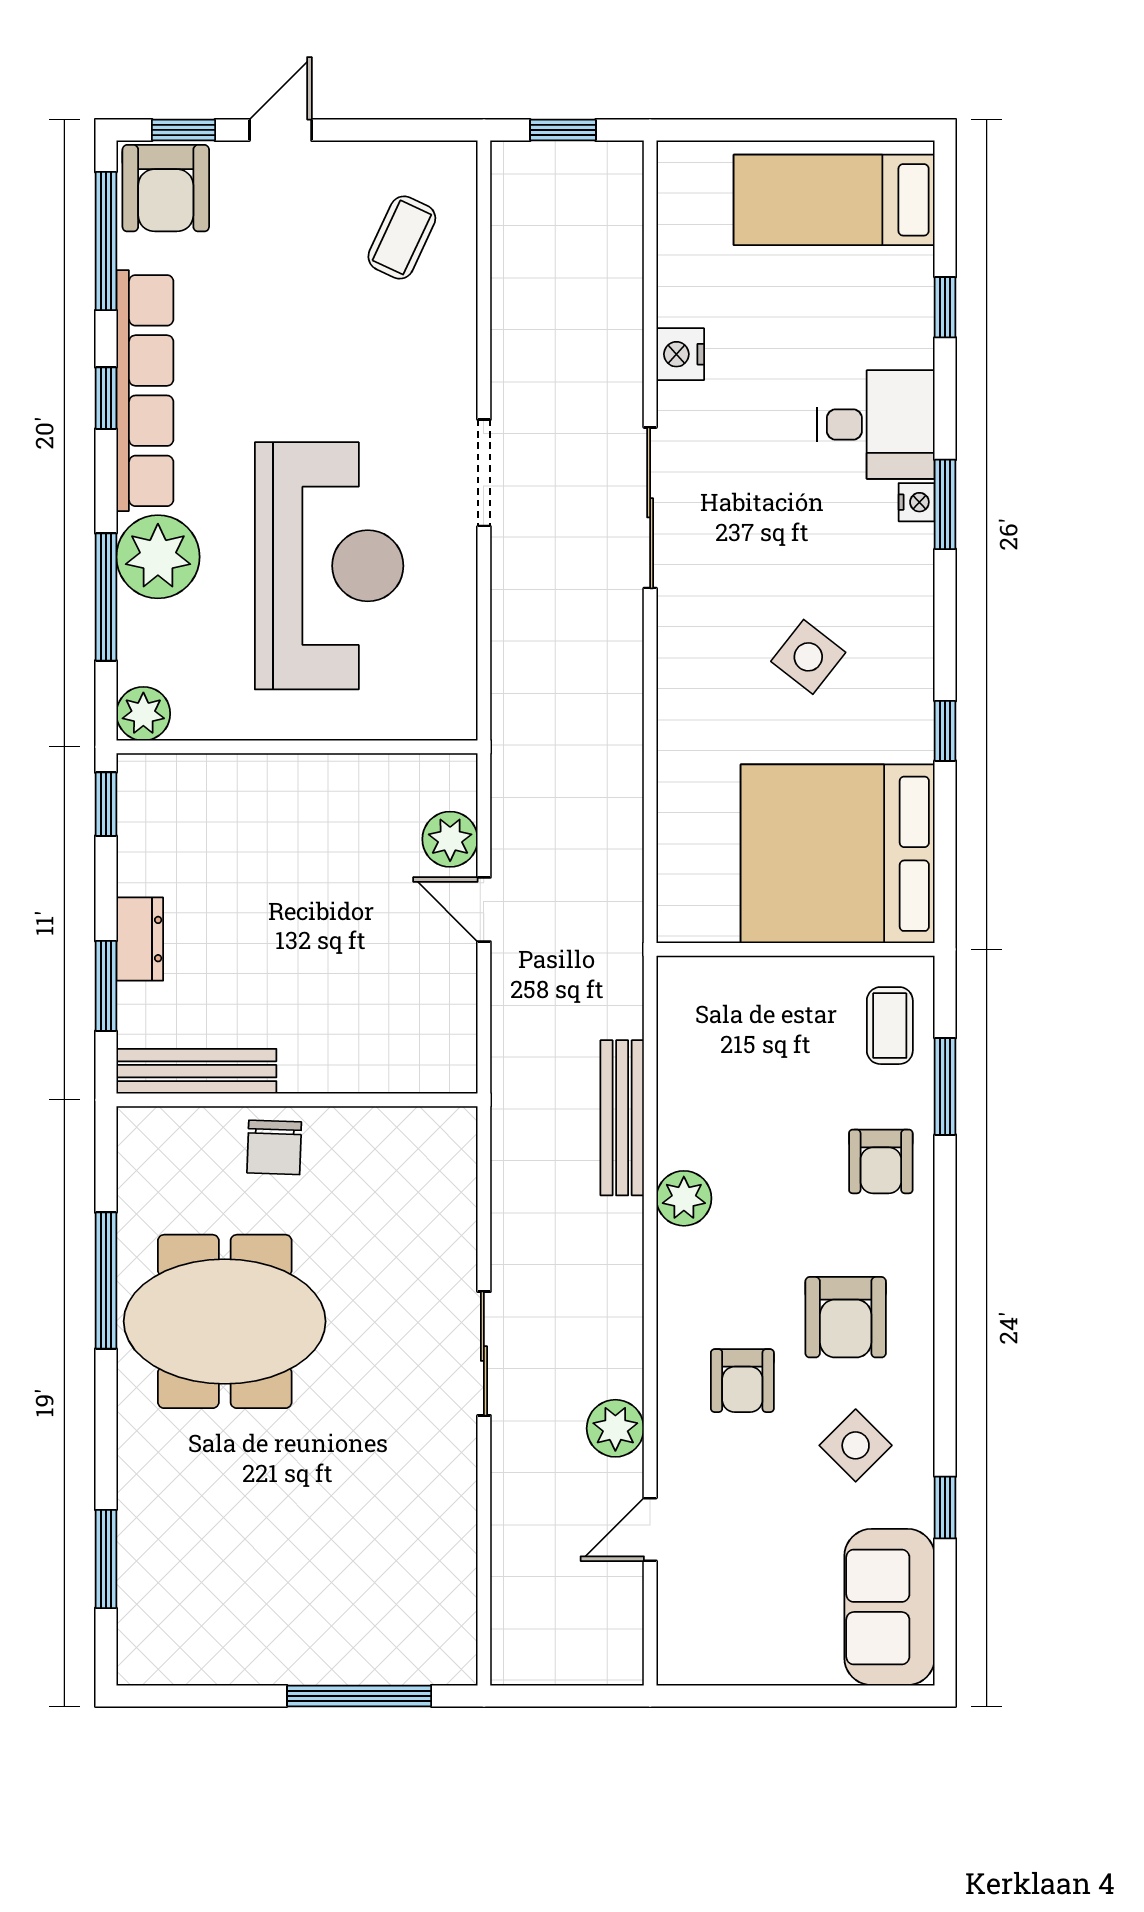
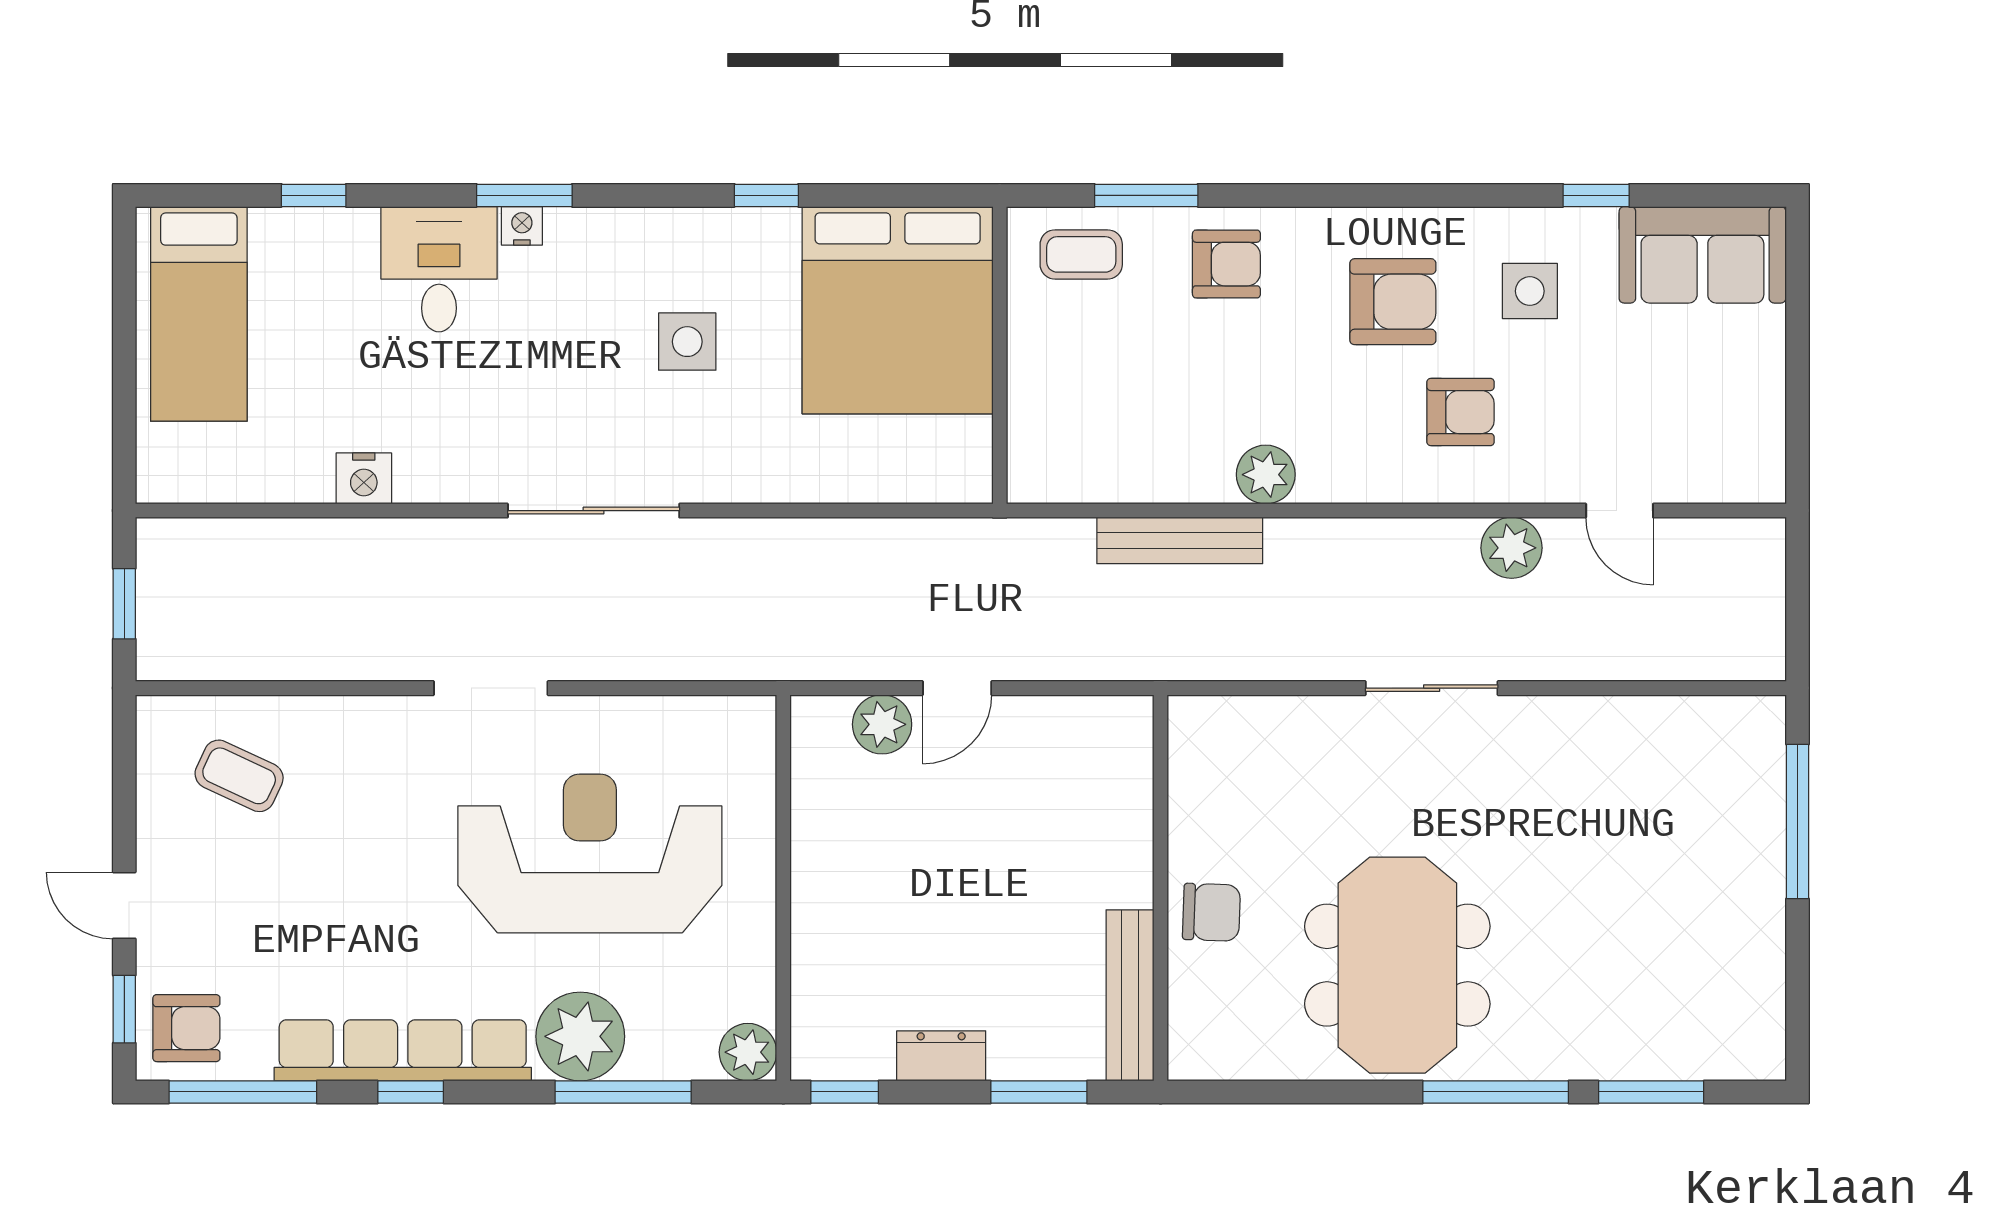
armchair: (166, 188) -> (186, 1028), width x0.72, depth x0.72
sliding door: (650, 508) -> (594, 511), moved
side table: (808, 657) -> (687, 342), turned -38
dresser: (140, 939) -> (941, 1056), moved
window: (106, 1281) -> (1496, 1092), moved
side table: (856, 1445) -> (1530, 291), turned 45

